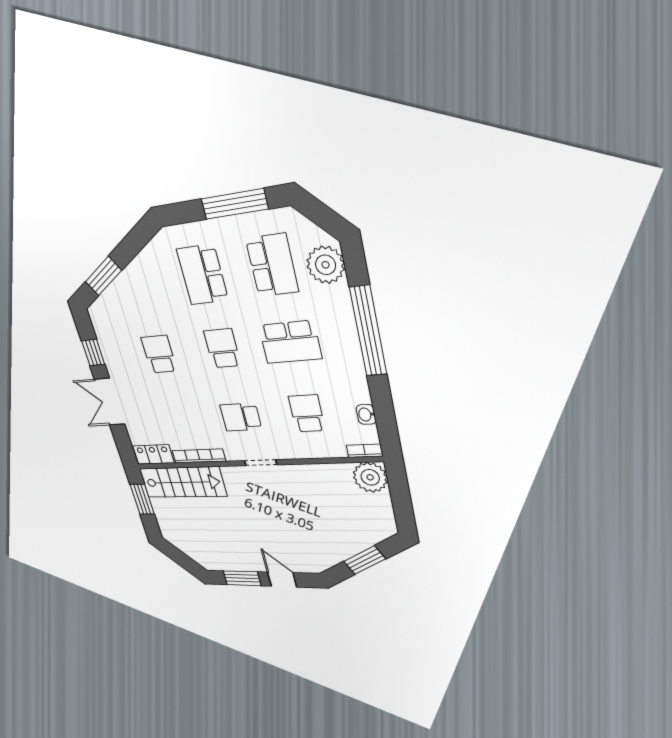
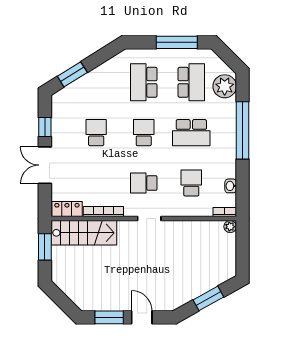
plant: (370, 477) -> (230, 227), width x0.53, depth x0.53

